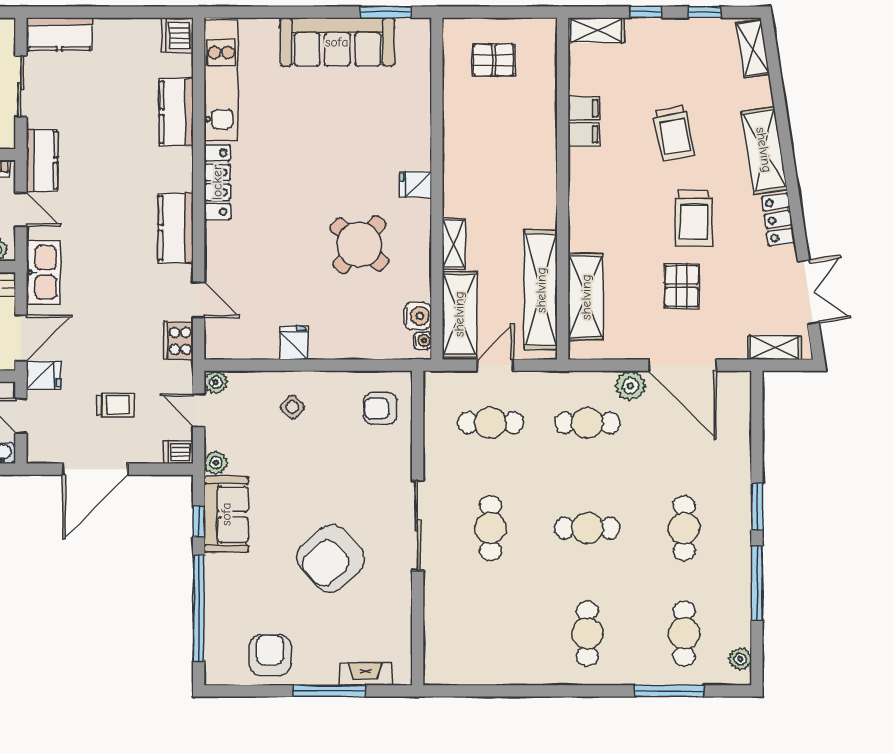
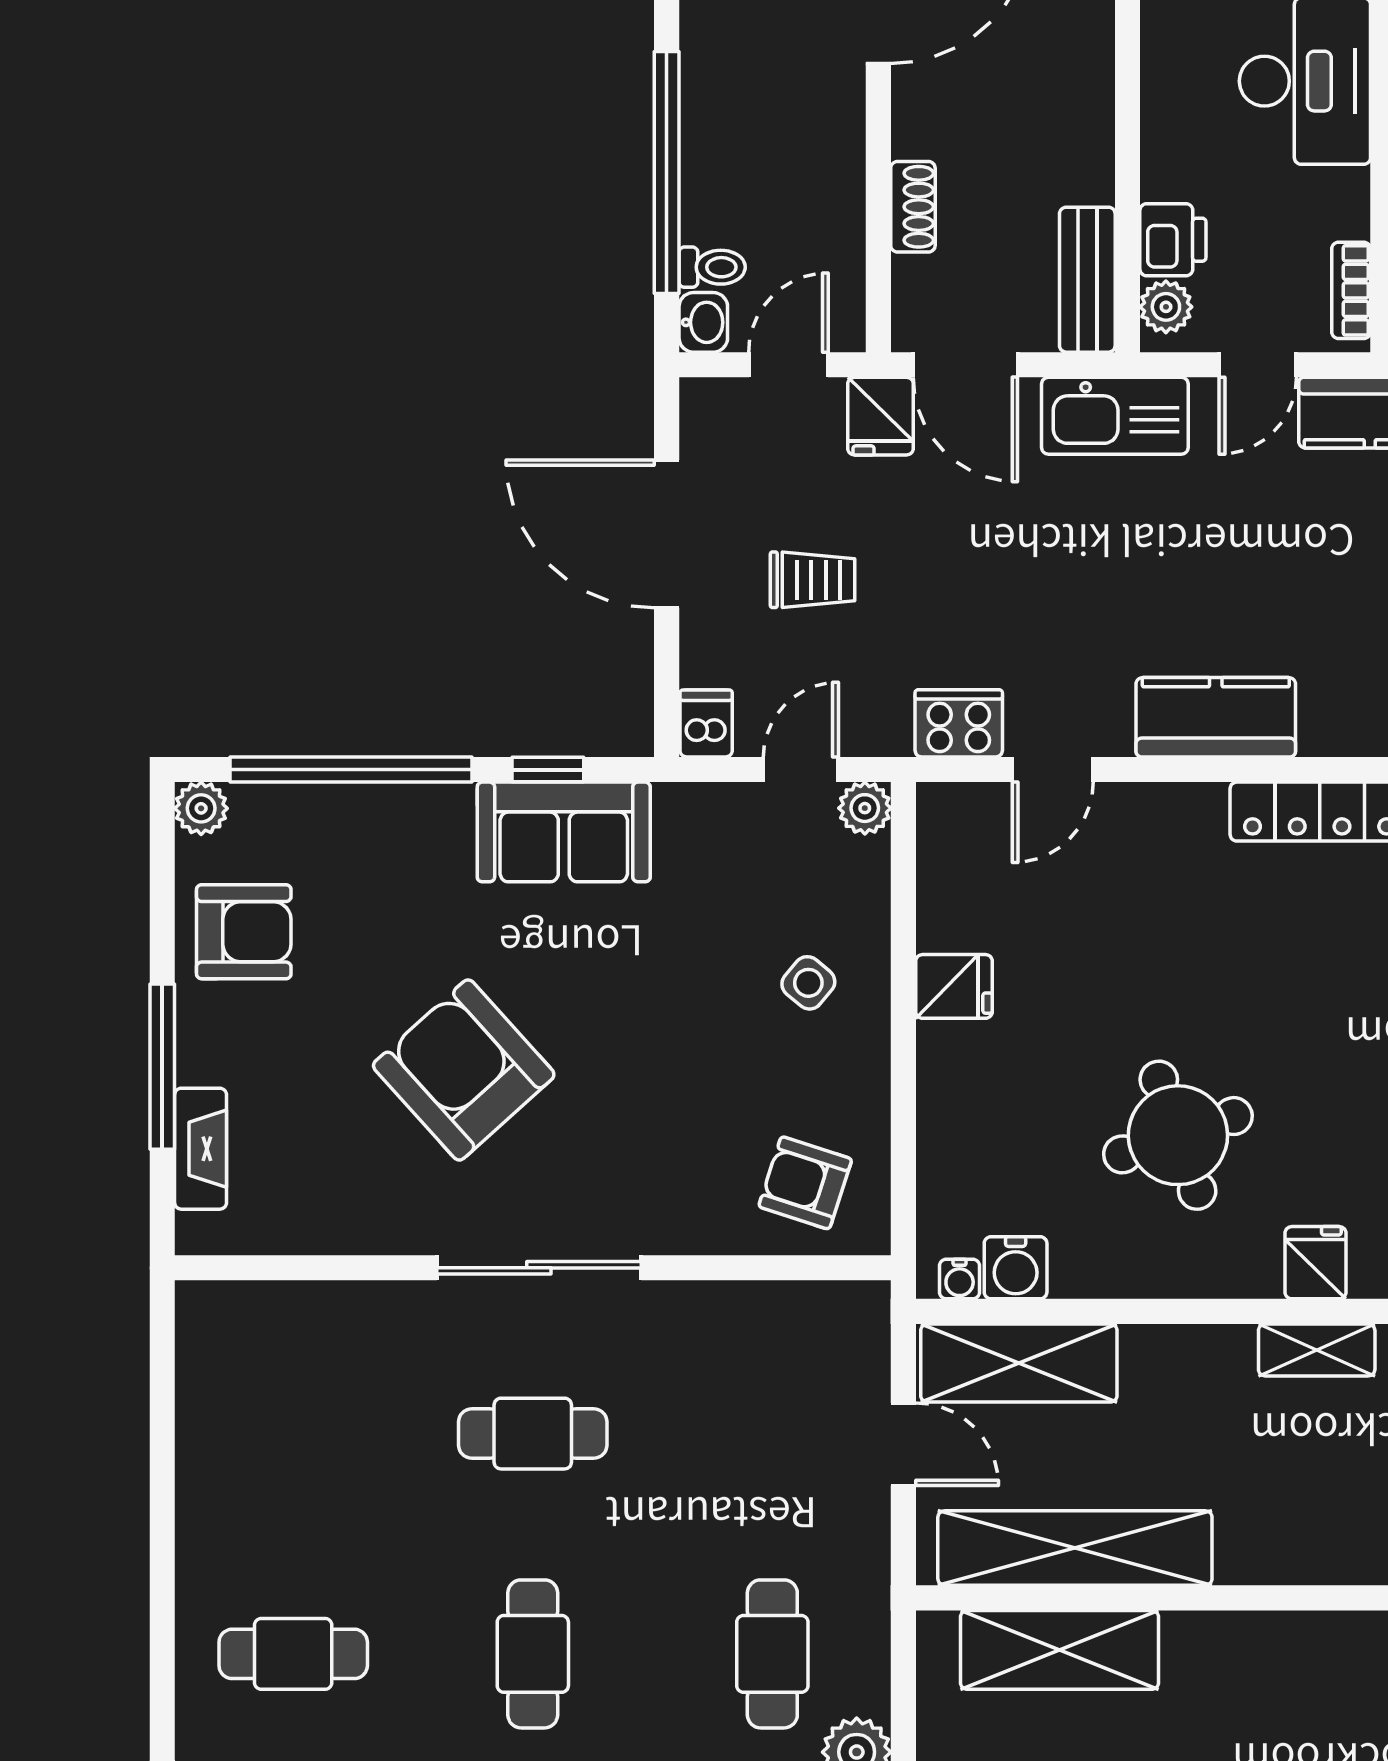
shelving: (454, 244) -> (1317, 1350), moved
round table: (359, 245) -> (1178, 1135), turned 30
trolley: (115, 405) -> (813, 580), turned -90
armchair: (380, 408) -> (805, 1183), turned -72
cafe table: (490, 423) -> (772, 1434), removed
plant: (216, 463) -> (201, 808), moved

